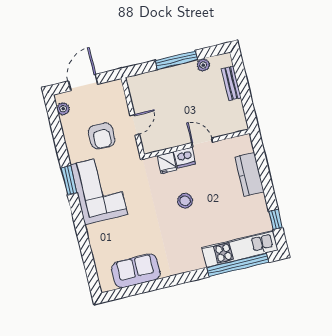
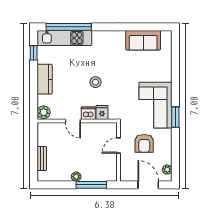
window: (176, 60) -> (91, 185), moved
plant: (203, 65) -> (76, 177), moved
door: (83, 83) -> (148, 185), swing flipped
armchair: (102, 136) -> (144, 143), turned 180
plant: (244, 145) -> (44, 112), added
kitchen counter: (249, 174) -> (45, 79), moved

